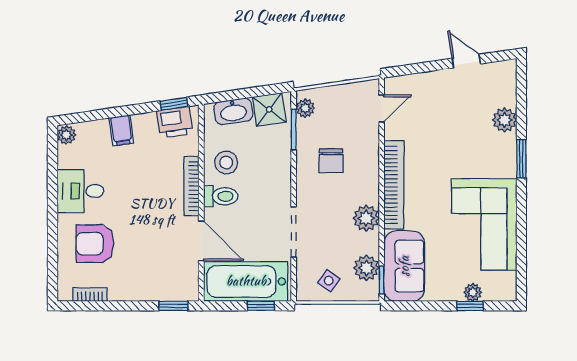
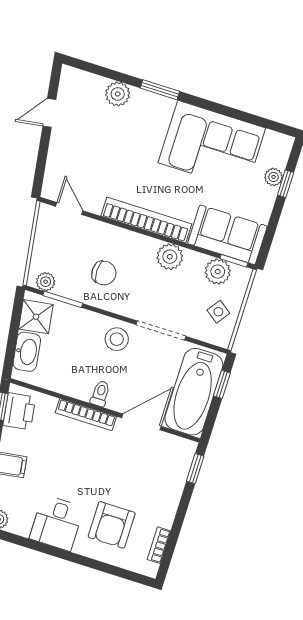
stool: (226, 163) -> (117, 339), moved
toilet: (221, 196) -> (100, 393), width x0.73, depth x0.72

